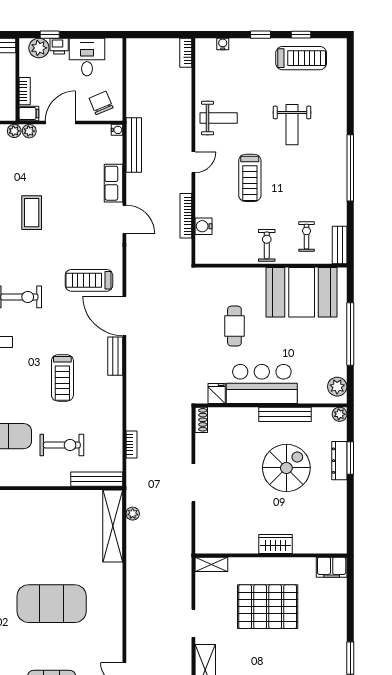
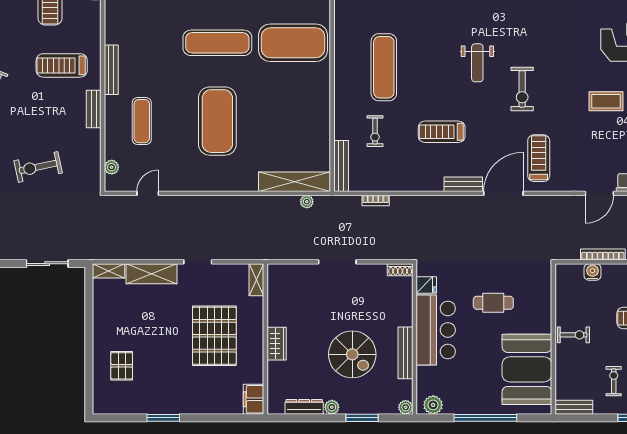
exercise bike: (306, 237) -> (614, 381), moved, turned -90
exercise bike: (62, 445) -> (375, 131), width x0.73, depth x0.72
dresser: (339, 461) -> (304, 407), moved
plant: (340, 488) -> (332, 407), added

